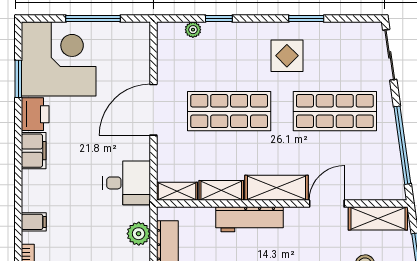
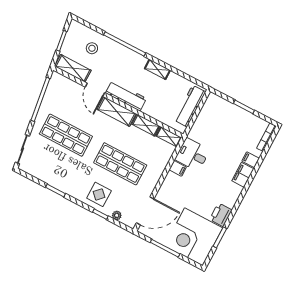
display table: (287, 56) -> (99, 194), moved
door: (153, 110) -> (145, 211), moved
filing cabinet: (138, 150) -> (178, 168), added
filing cabinet: (34, 151) -> (243, 175), moved
door: (327, 204) -> (95, 90), hinge flipped
workbench: (249, 219) -> (126, 96), moved
plant: (139, 234) -> (200, 125), removed

